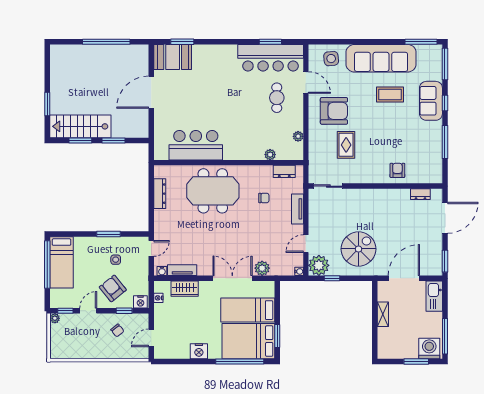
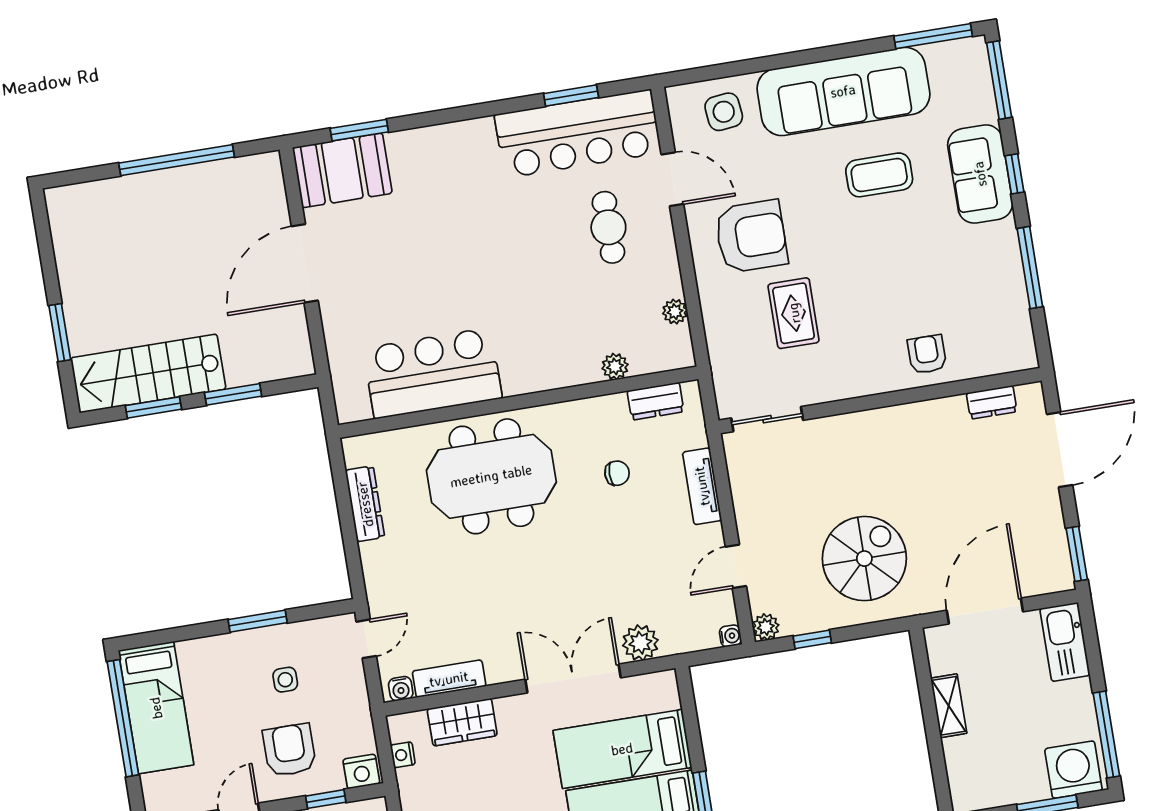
plant: (319, 265) -> (766, 627), width x0.53, depth x0.53
armchair: (113, 288) -> (289, 750), turned 39

